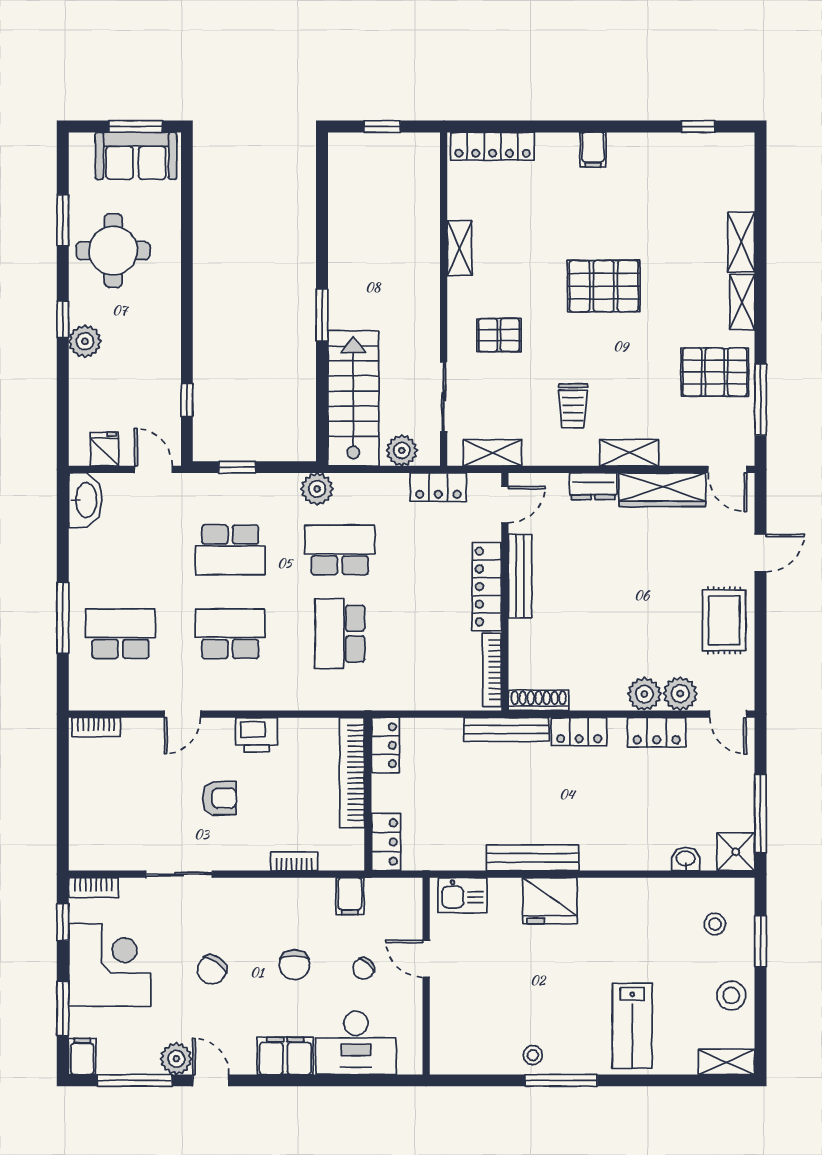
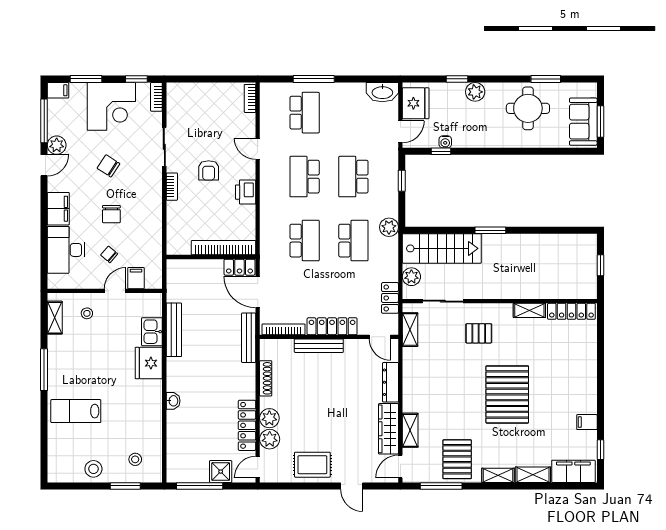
locker: (493, 146) -> (571, 311), moved, turned -90
filing cabinet: (593, 150) -> (587, 422), moved
filing cabinet: (735, 173) -> (573, 471), added
pallet: (604, 286) -> (507, 394), width x1.37, depth x1.41
window: (63, 319) -> (457, 79), moved
pallet: (499, 335) -> (479, 333), turned 90
water cooler: (171, 393) -> (445, 142), added
trolley: (573, 406) -> (437, 377), removed
fridge: (104, 449) -> (416, 103), width x1.88, depth x1.34
shelving: (629, 453) -> (410, 430), moved
dresser: (593, 486) -> (391, 382), width x1.44
bench: (520, 576) -> (319, 346), moved
school desk: (230, 634) -> (305, 177), turned 180
school desk: (340, 634) -> (305, 241), turned 90
shoe rack: (539, 700) -> (266, 378), moved
door: (428, 714) -> (258, 292), added
locker: (579, 732) -> (247, 380), removed
locker: (657, 732) -> (247, 425), width x1.53
locker: (386, 842) -> (183, 267), removed
shower: (736, 852) -> (221, 472), moved
bench: (533, 858) -> (174, 330), moved
washbasin: (686, 859) -> (173, 401), moved
bookcase: (294, 861) -> (172, 187), moved
kitchen sink: (462, 895) -> (152, 332), moved
filing cabinet: (350, 896) -> (136, 278), moved, turned 90
chair: (294, 965) -> (111, 214), turned -90
stool: (533, 1055) -> (87, 313), moved
shelving: (727, 1062) -> (55, 318), moved

